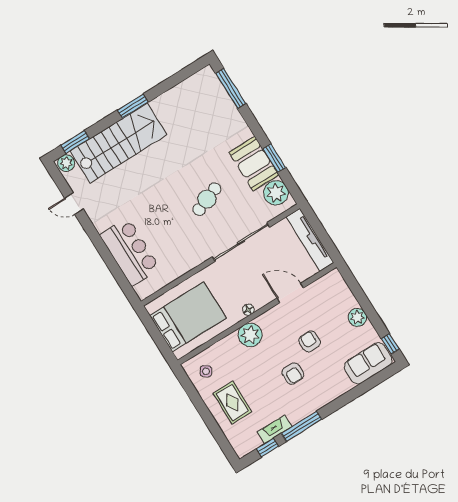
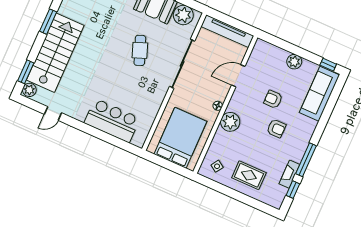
sofa: (368, 363) -> (319, 94), width x1.36

